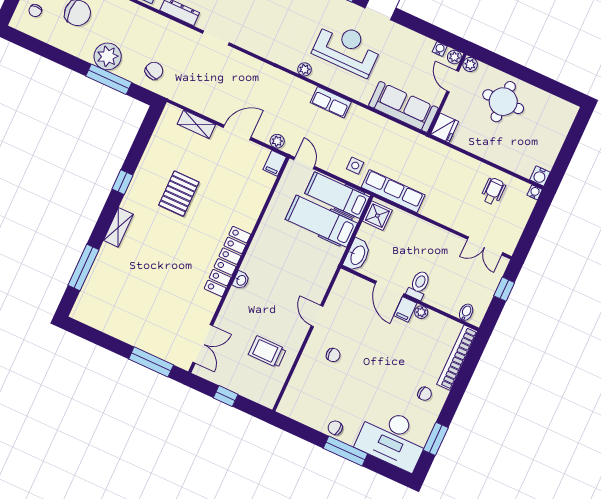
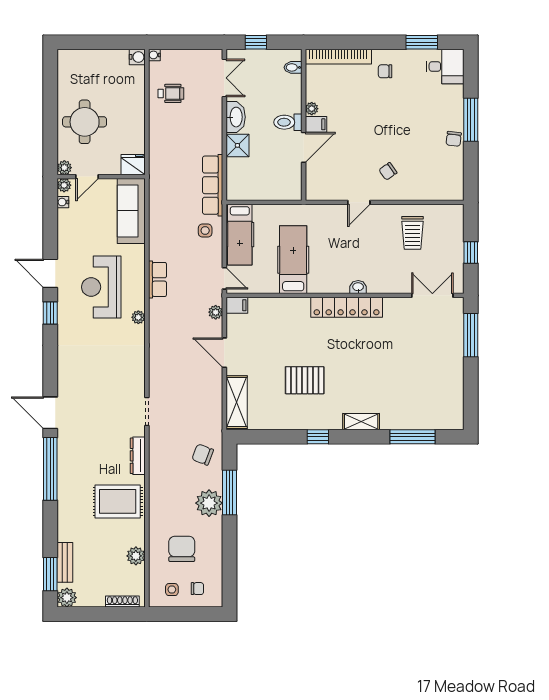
shelving: (196, 124) -> (237, 402), width x1.50, depth x1.33
door: (304, 163) -> (224, 278), swing flipped
wheelchair: (493, 191) -> (171, 93), turned 180
shower: (377, 216) -> (237, 145), moved
hospital bed: (321, 221) -> (293, 260), moved, turned 180
washbasin: (357, 255) -> (236, 117), moved, turned 90
chair: (333, 355) -> (388, 171), turned -125
chair: (425, 394) -> (385, 71), turned -94
desk: (393, 438) -> (445, 66), width x0.53, depth x0.77

